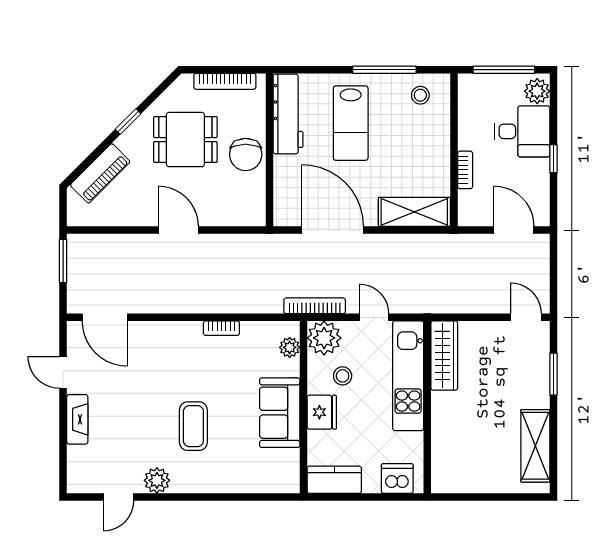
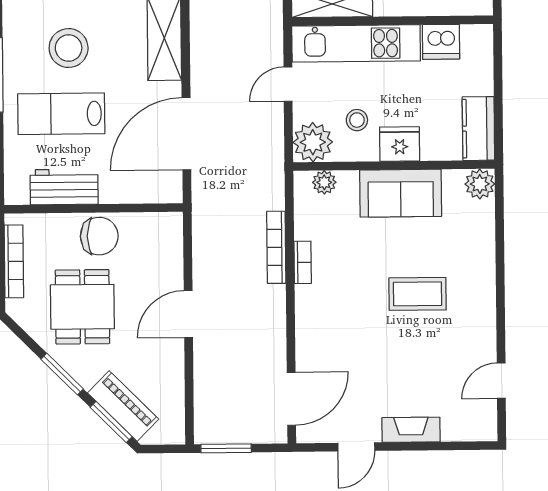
stool: (420, 95) -> (69, 48), moved, width x1.89, depth x1.89
workbench: (288, 114) -> (64, 187), width x0.73
window: (128, 122) -> (62, 374), width x1.50
lab bench: (351, 123) -> (61, 114), turned 180
window: (87, 163) -> (111, 422), added
bookcase: (315, 306) -> (276, 247), moved
dishwasher: (397, 479) -> (441, 42), moved, turned -90
plant: (157, 480) -> (480, 184), moved
door: (118, 497) -> (501, 381), swing flipped

